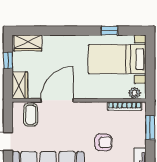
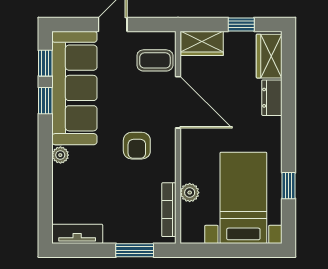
dresser: (54, 41) -> (272, 98), added
plant: (135, 93) -> (190, 193), moved
armchair: (103, 142) -> (137, 146), moved

